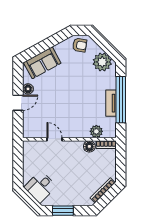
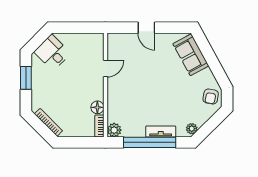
plant: (102, 62) -> (192, 129), width x0.53, depth x0.53
floor lamp: (28, 89) -> (162, 39), removed
tv unit: (111, 103) -> (161, 132), moved
plant: (96, 131) -> (114, 130), moved

